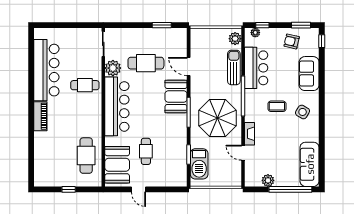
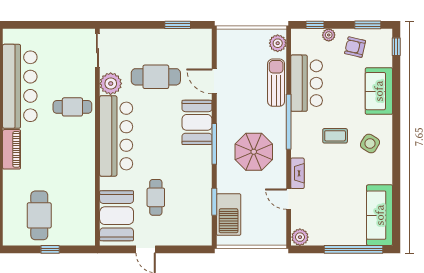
plant: (255, 33) -> (329, 35), moved
parasol: (217, 118) -> (254, 152), width x0.73, depth x0.73
cafe table: (86, 156) -> (39, 215), moved
plant: (268, 180) -> (300, 237), moved

